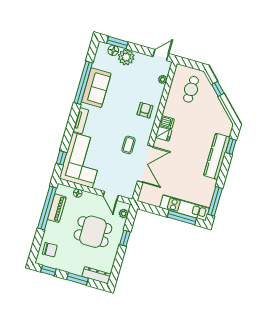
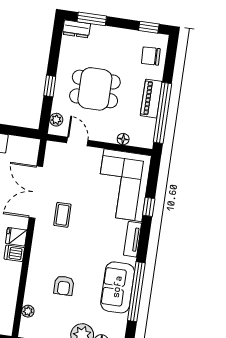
armchair: (145, 110) -> (64, 286), moved
window: (61, 158) -> (149, 207), moved
piano: (57, 208) -> (151, 99), moved
dresser: (96, 275) -> (76, 29), width x0.70
window: (77, 279) -> (92, 19), moved

